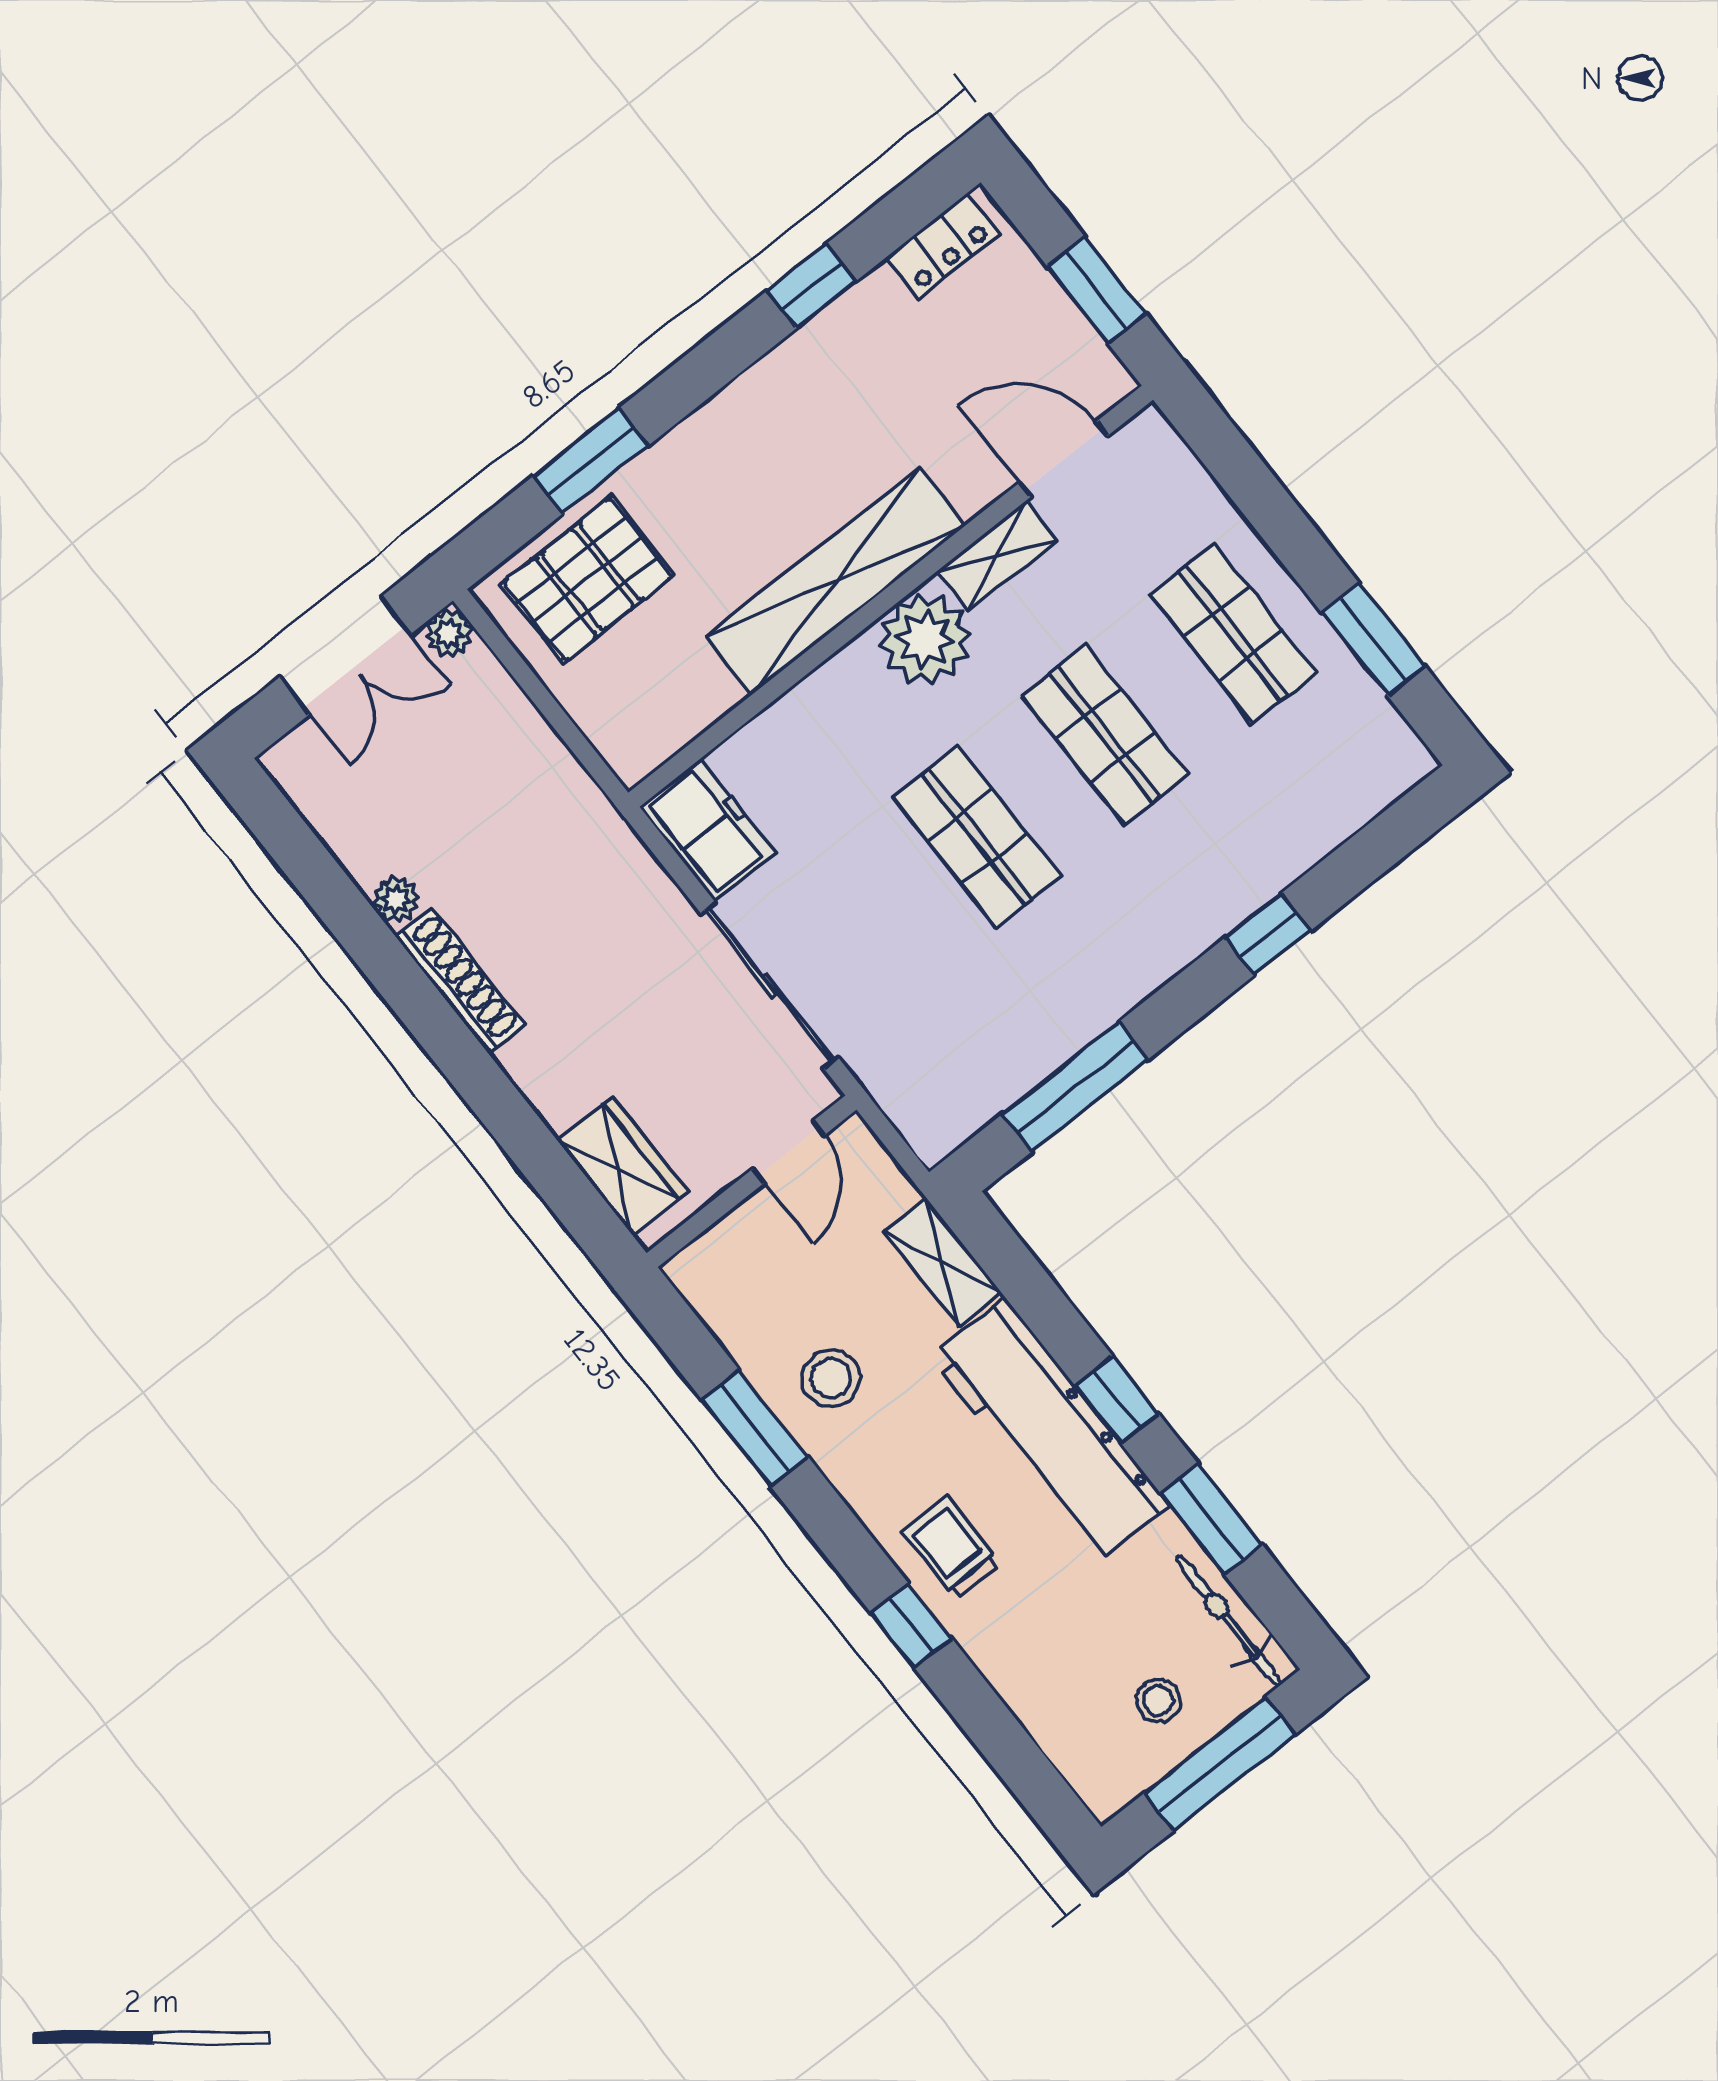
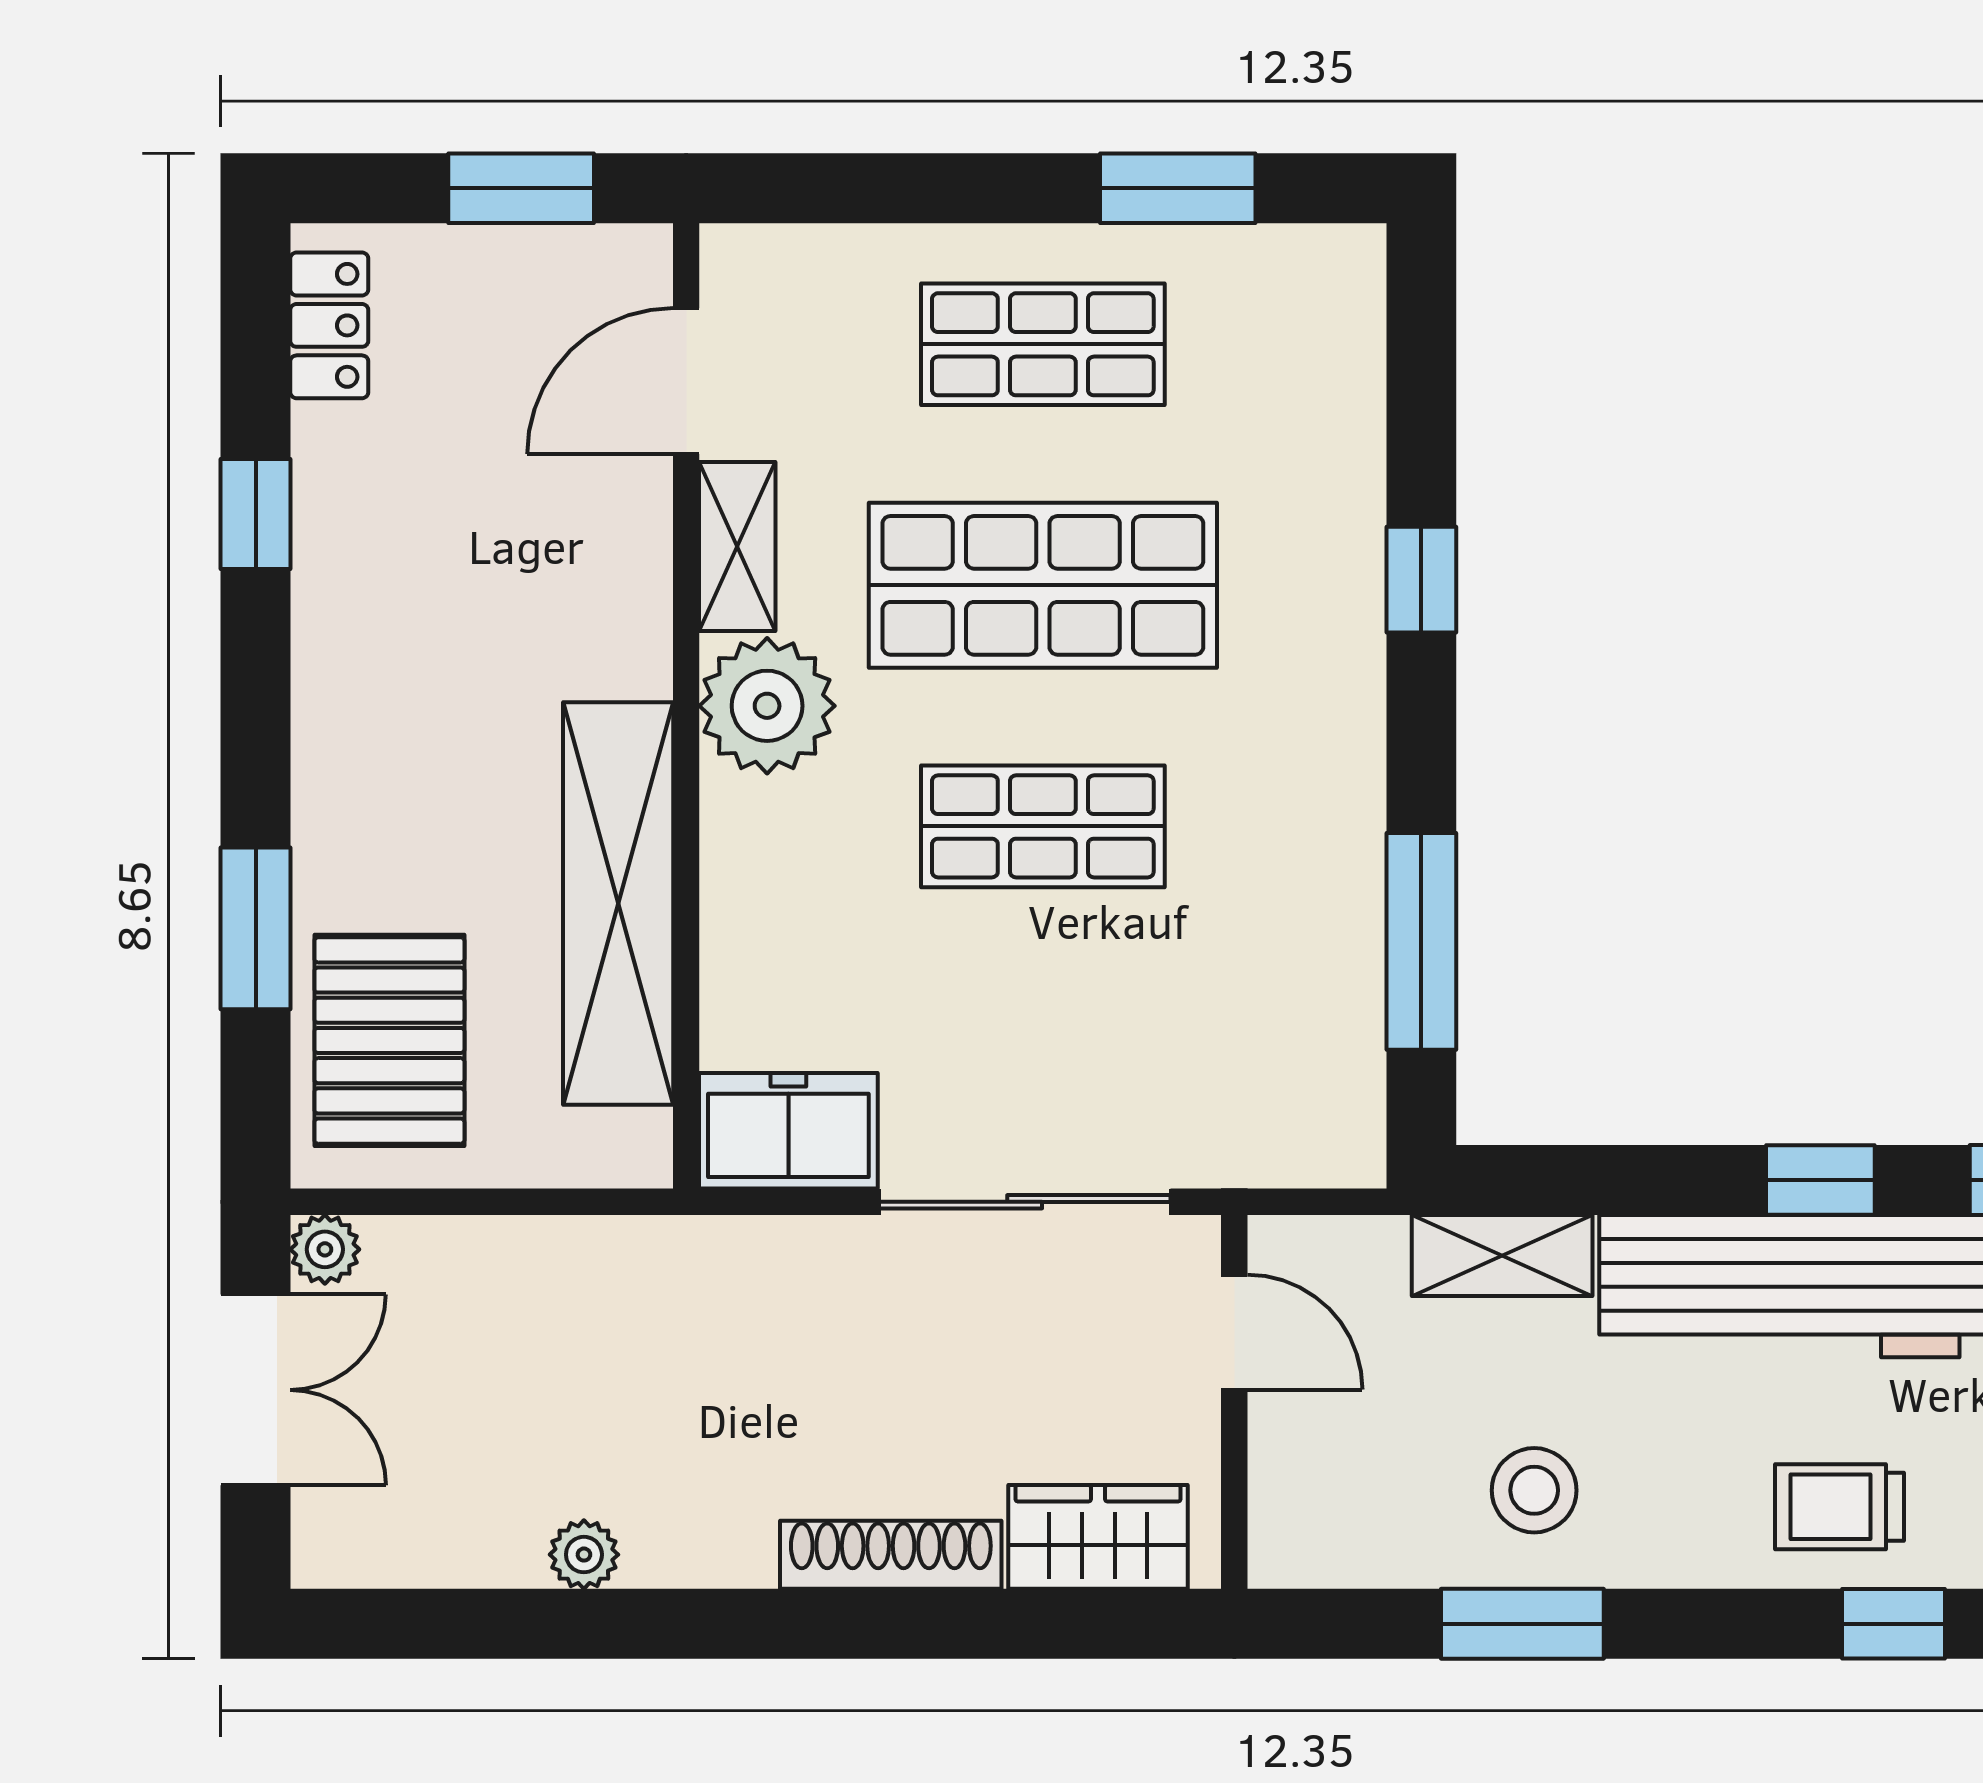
shelving: (836, 581) -> (618, 904), moved
shop shelf: (1105, 735) -> (1043, 585), width x1.43, depth x1.36
shoe rack: (460, 981) -> (891, 1555), moved

